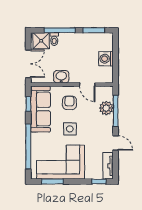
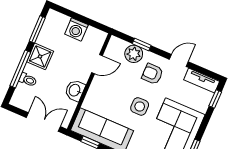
shower: (41, 41) -> (40, 56), moved
armchair: (69, 103) -> (152, 74), moved
window: (116, 111) -> (142, 44), width x0.46

